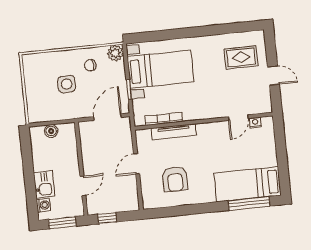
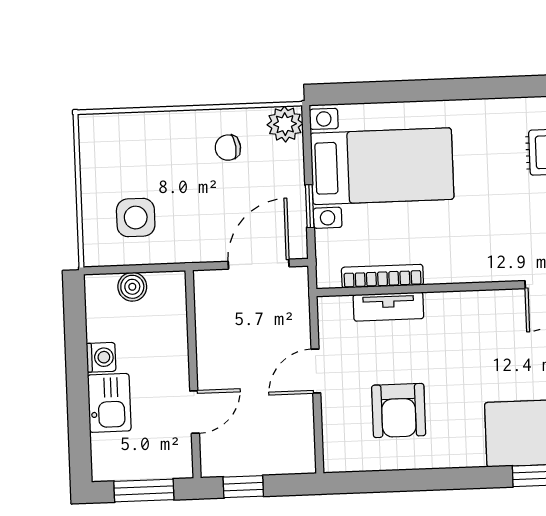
side table: (67, 84) -> (136, 218), moved
tv unit: (174, 132) -> (388, 307), width x0.71
washing machine: (43, 205) -> (101, 357), moved

